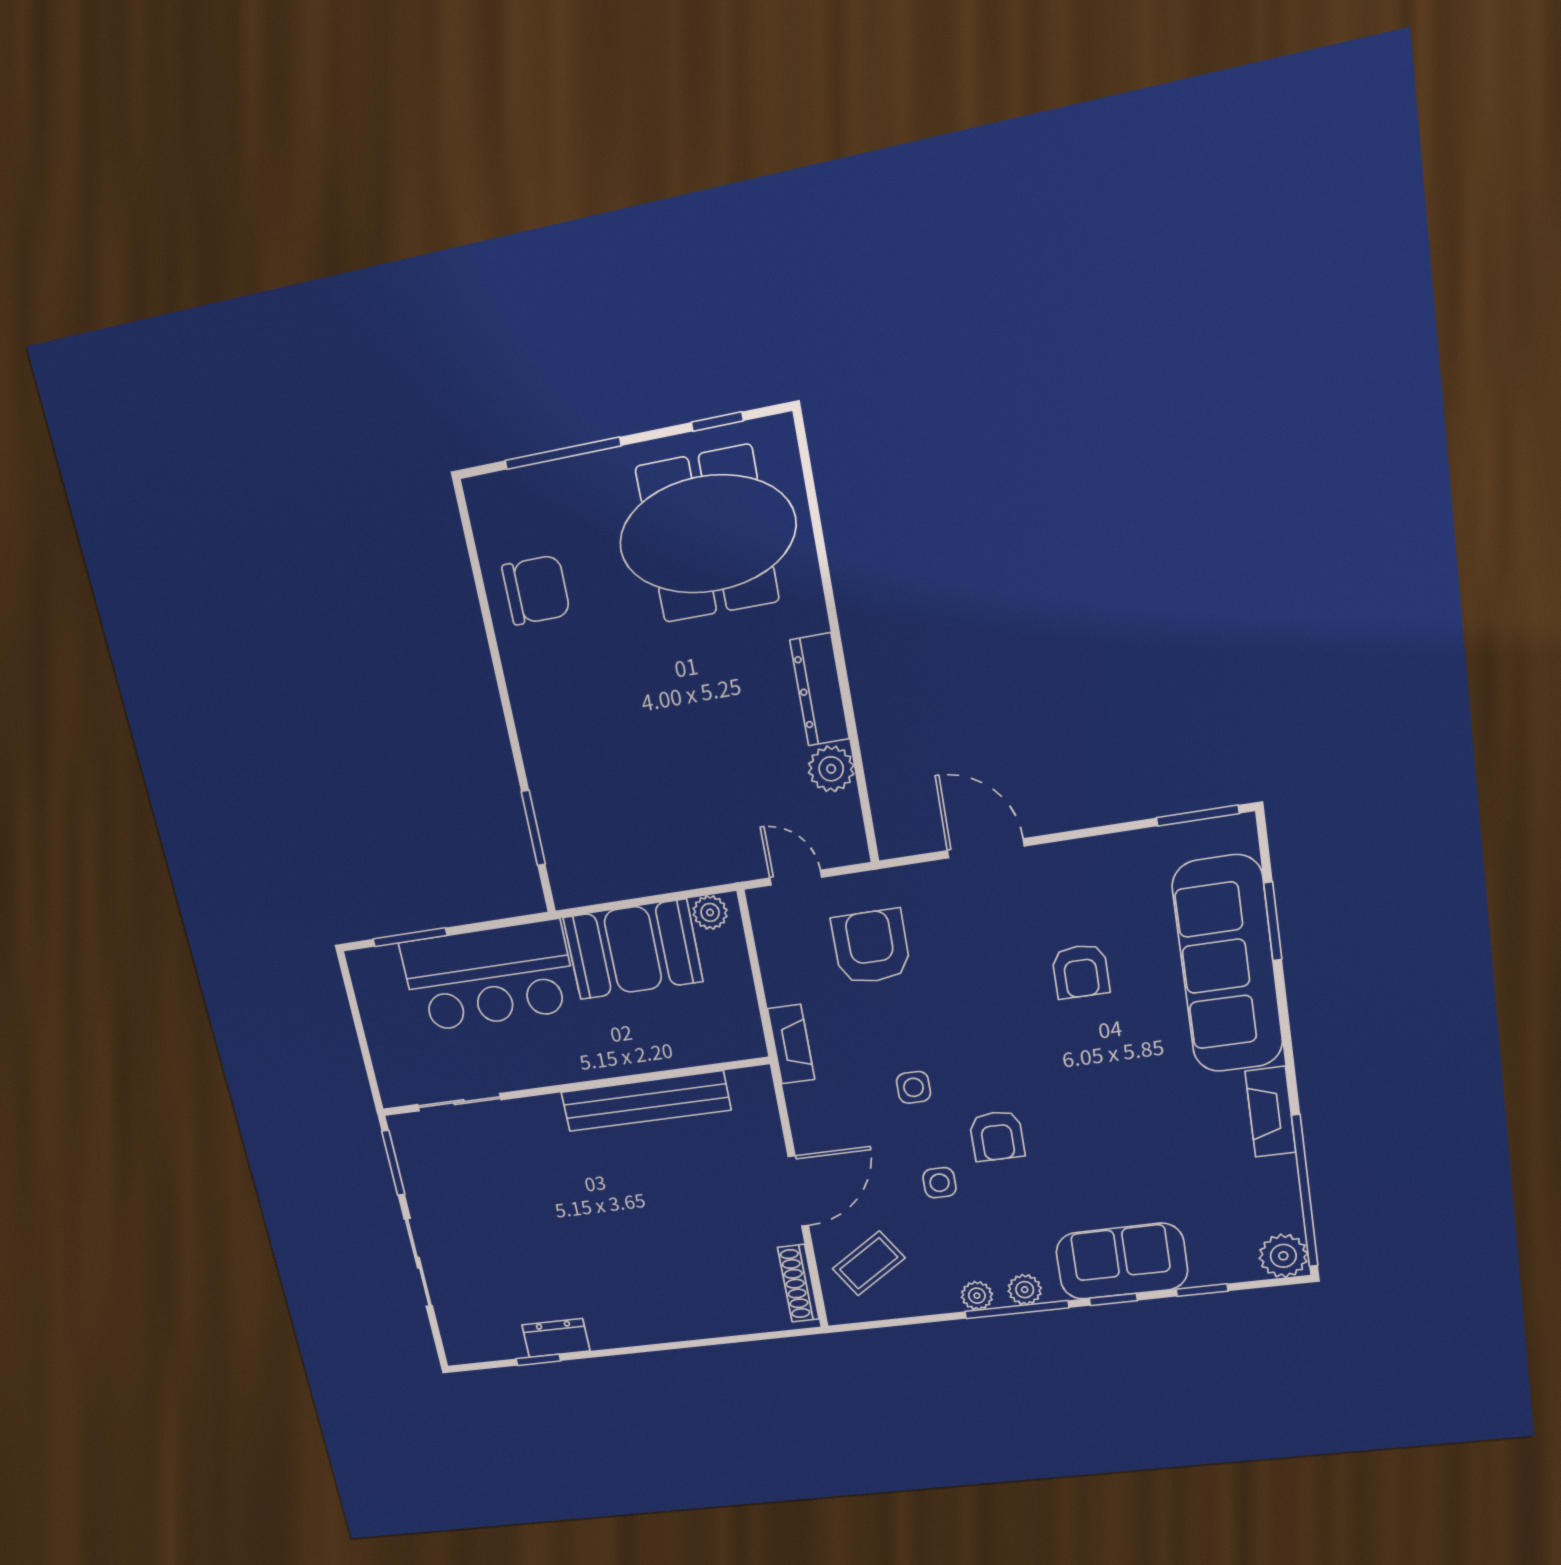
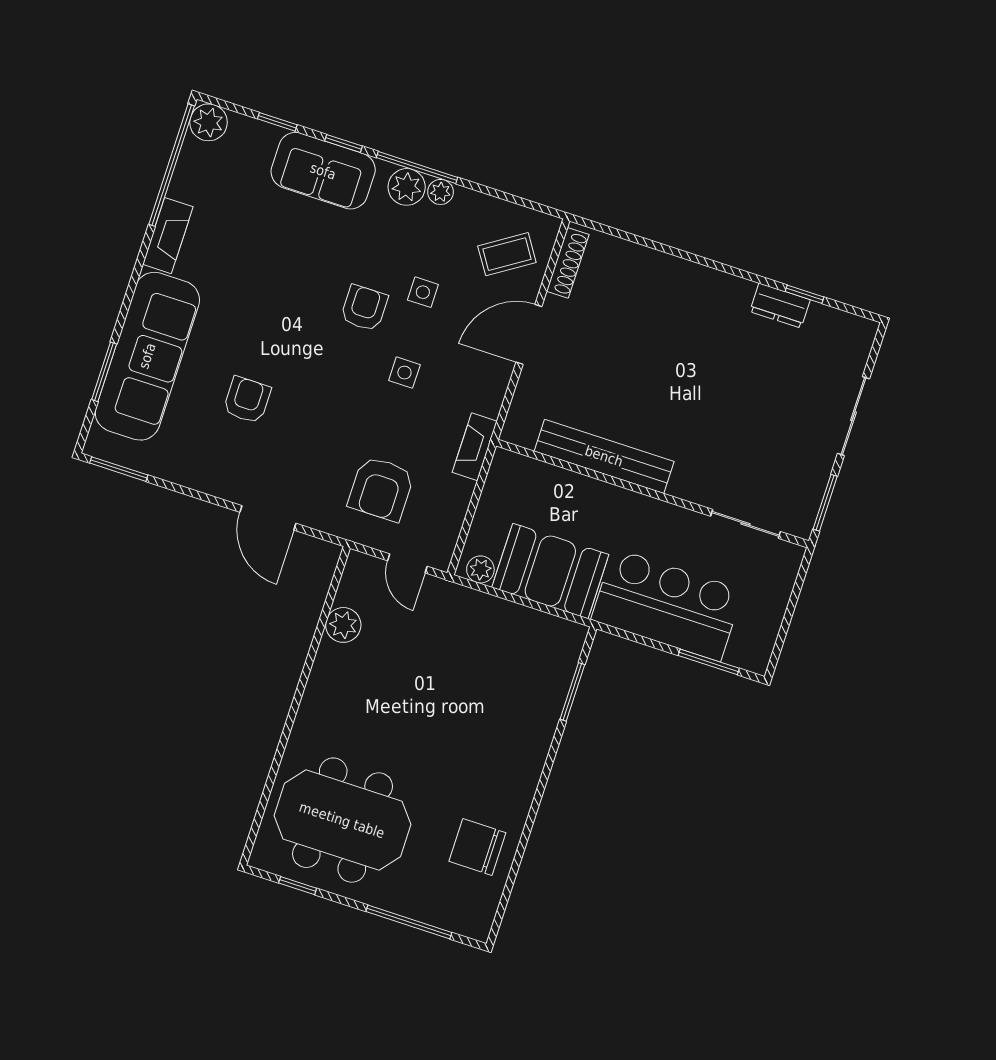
dresser: (820, 690) -> (323, 681), removed
plant: (1025, 1290) -> (407, 187), width x1.38, depth x1.38

